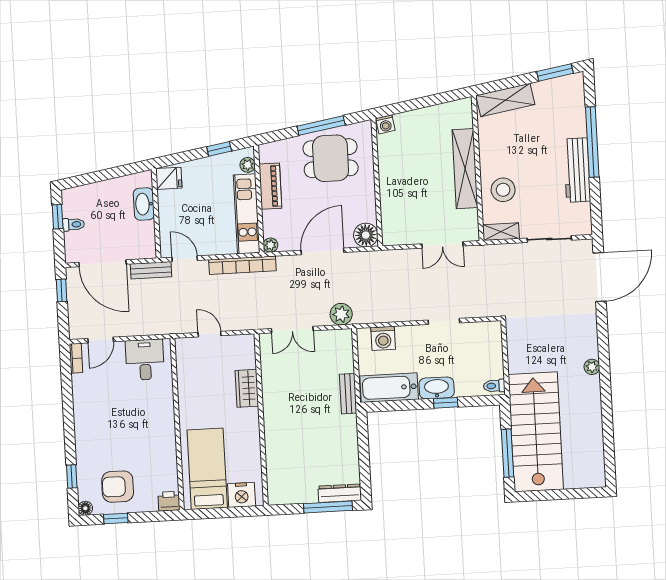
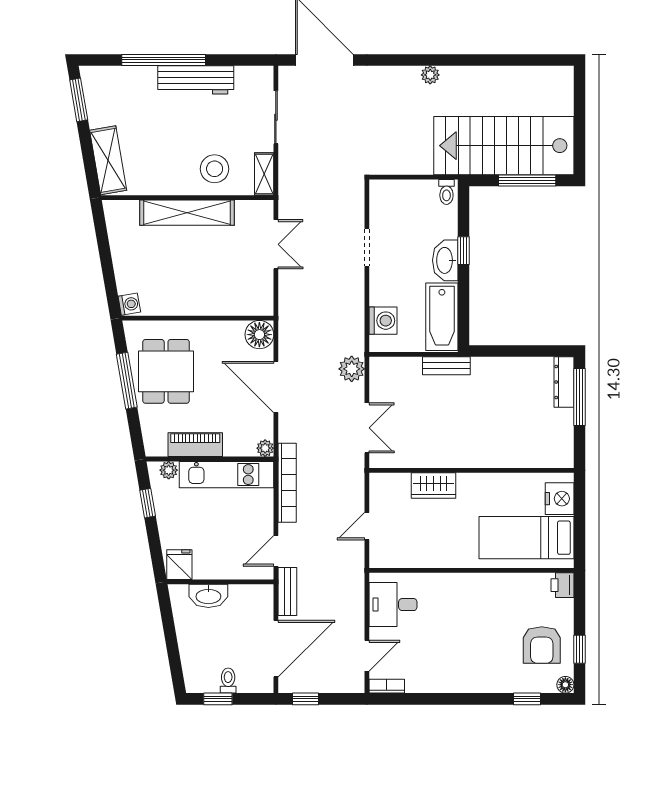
door: (101, 340) -> (367, 656), hinge flipped

